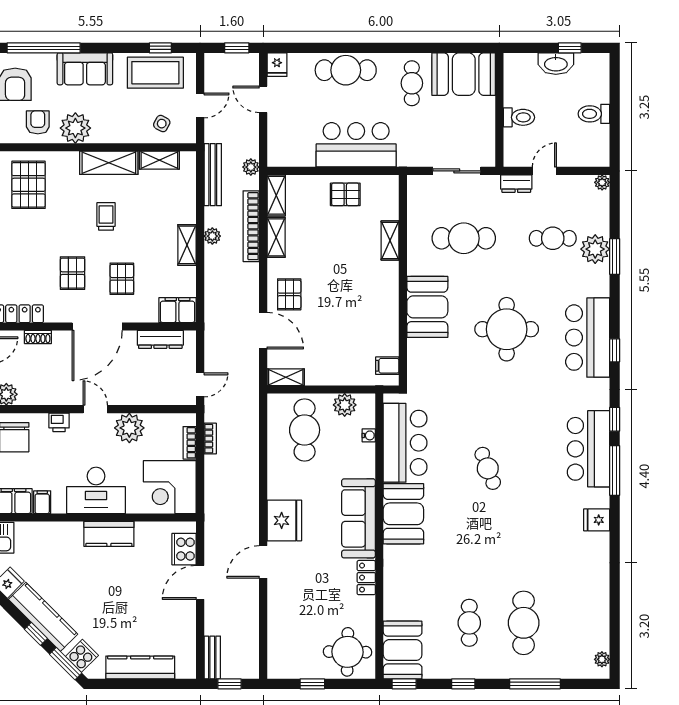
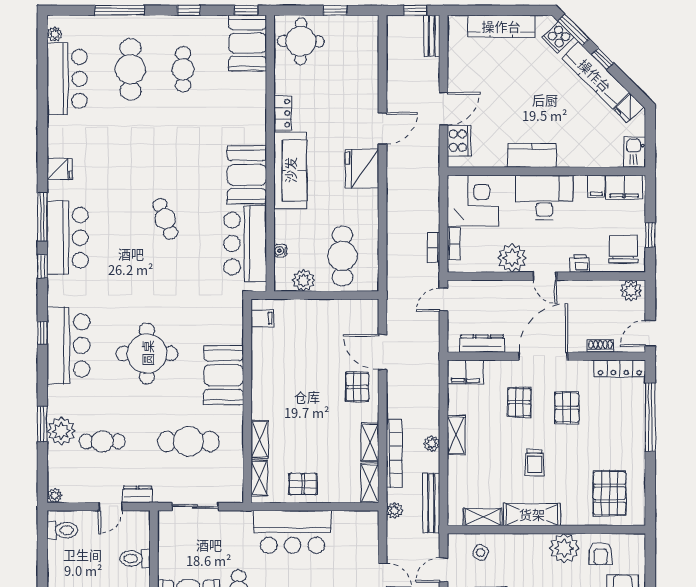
toilet: (594, 114) -> (62, 530), moved
shelving: (286, 377) -> (259, 478), moved, turned 90
bar counter: (589, 613) -> (67, 79), added

